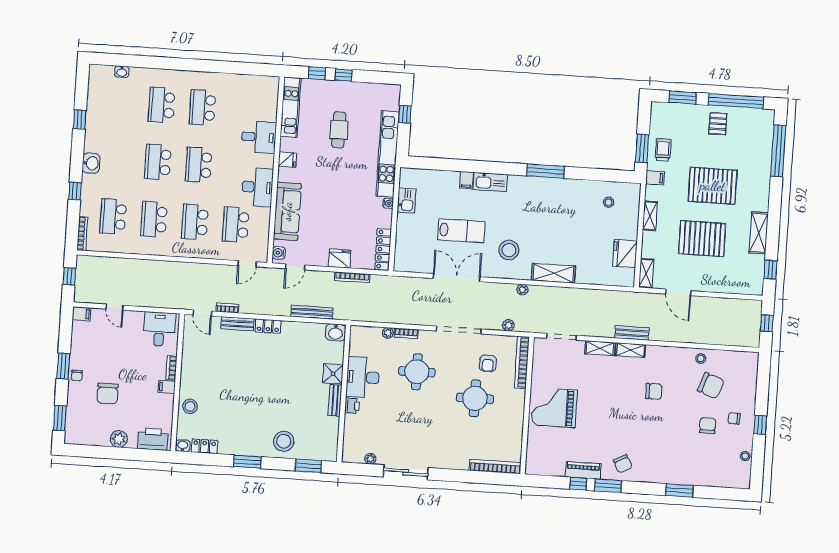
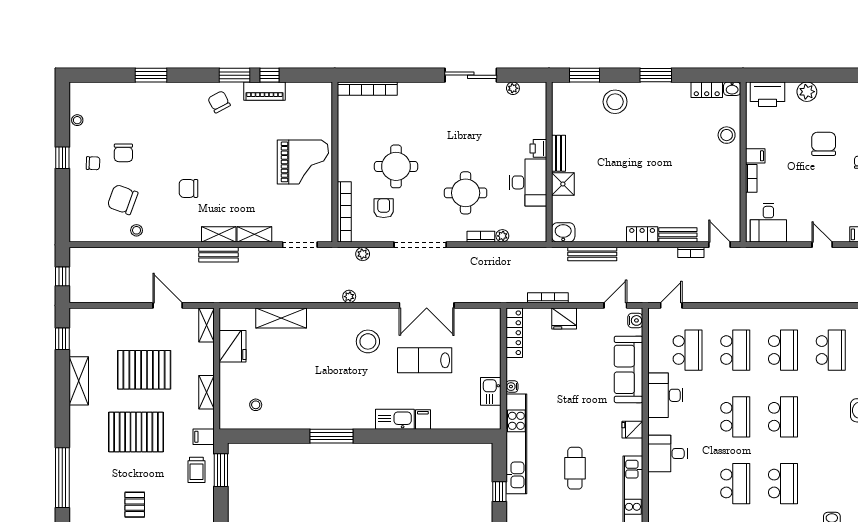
shelving: (553, 273) -> (281, 318), moved

